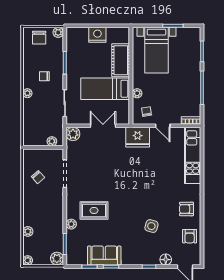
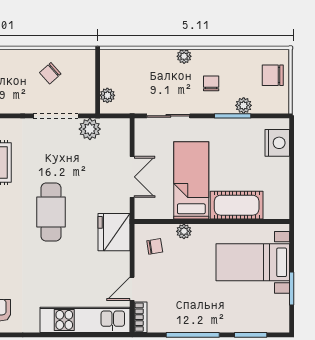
plant: (58, 32) -> (244, 105), moved
nightstand: (97, 35) -> (277, 143), moved
door: (163, 126) -> (132, 289), moved
plant: (73, 134) -> (90, 129), moved
cafe table: (125, 177) -> (51, 212), added

